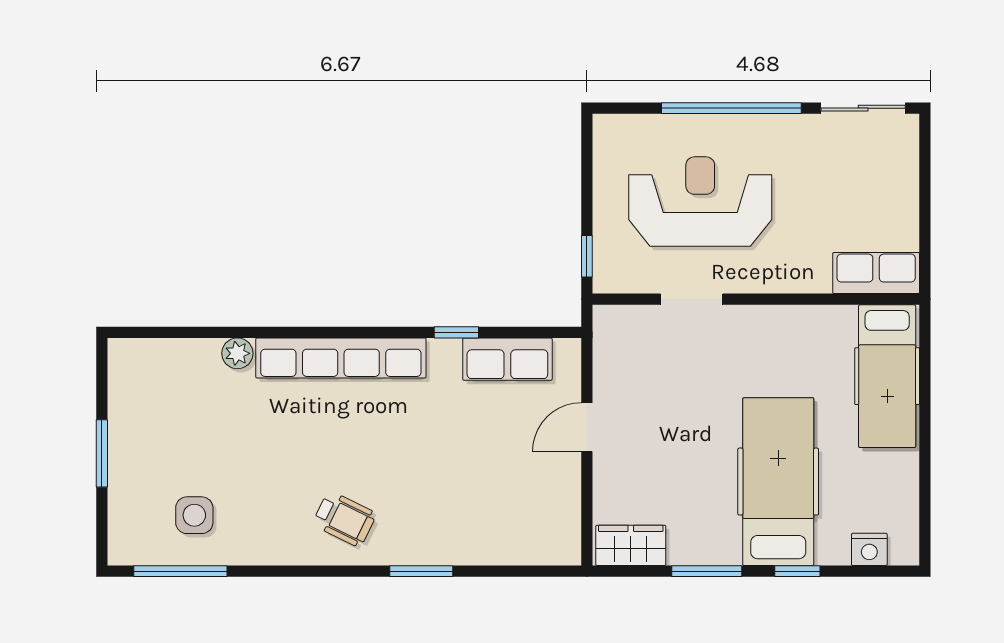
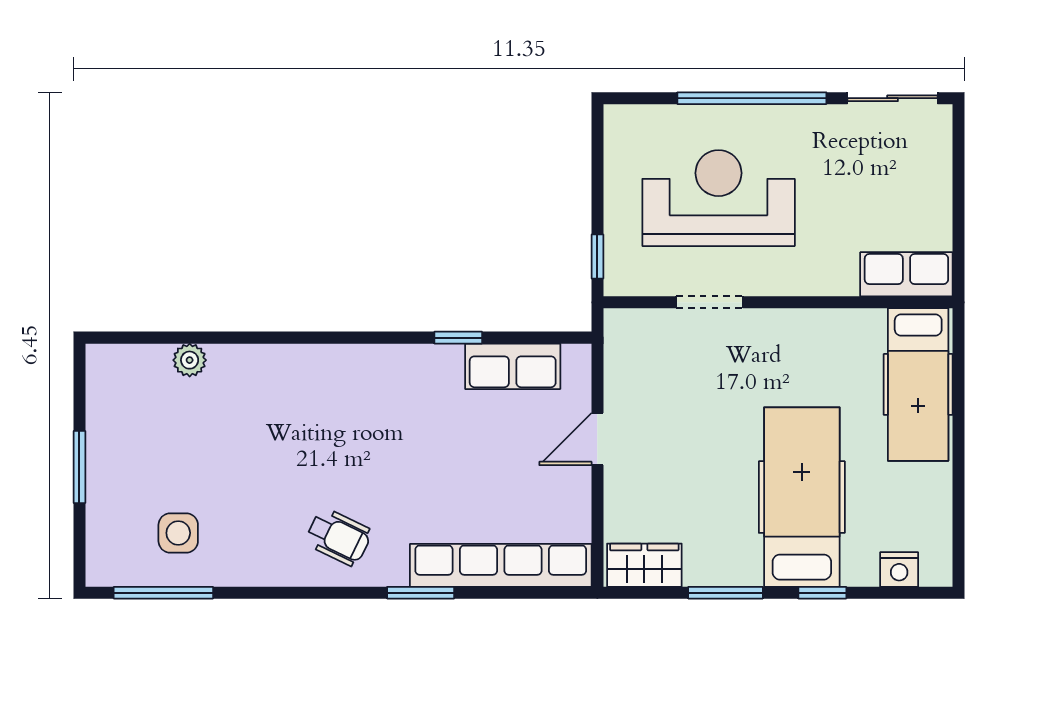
plant: (237, 353) -> (190, 360), moved
row of seats: (341, 358) -> (501, 565), moved, turned 180

